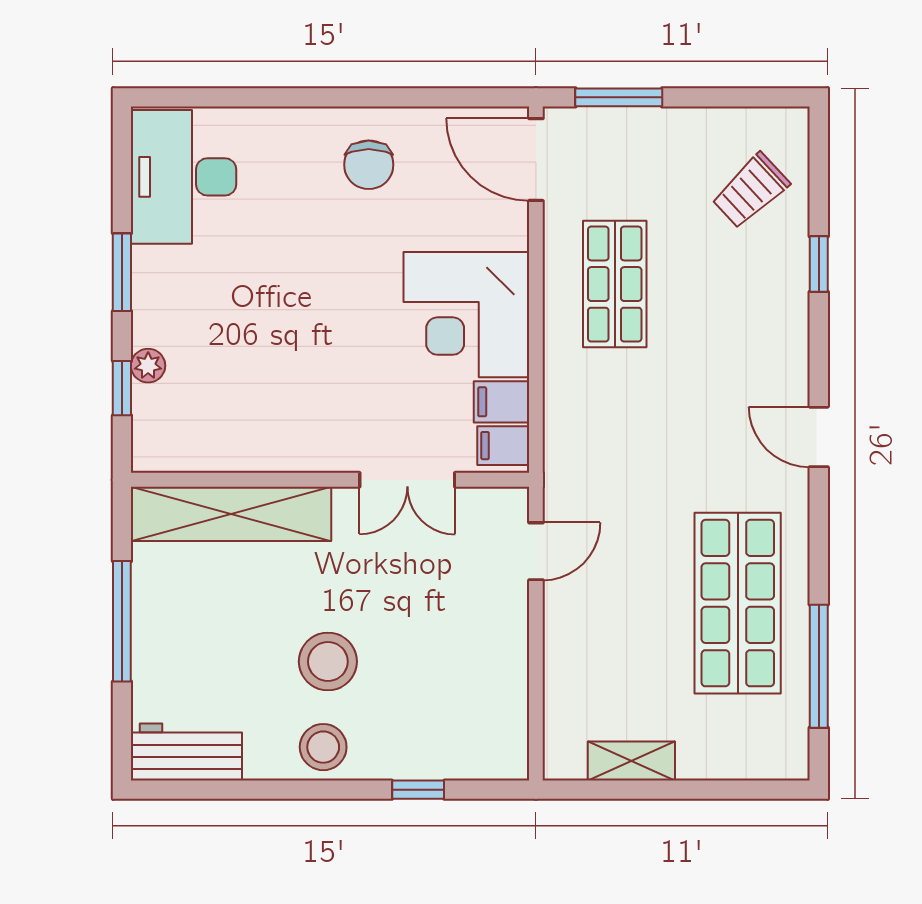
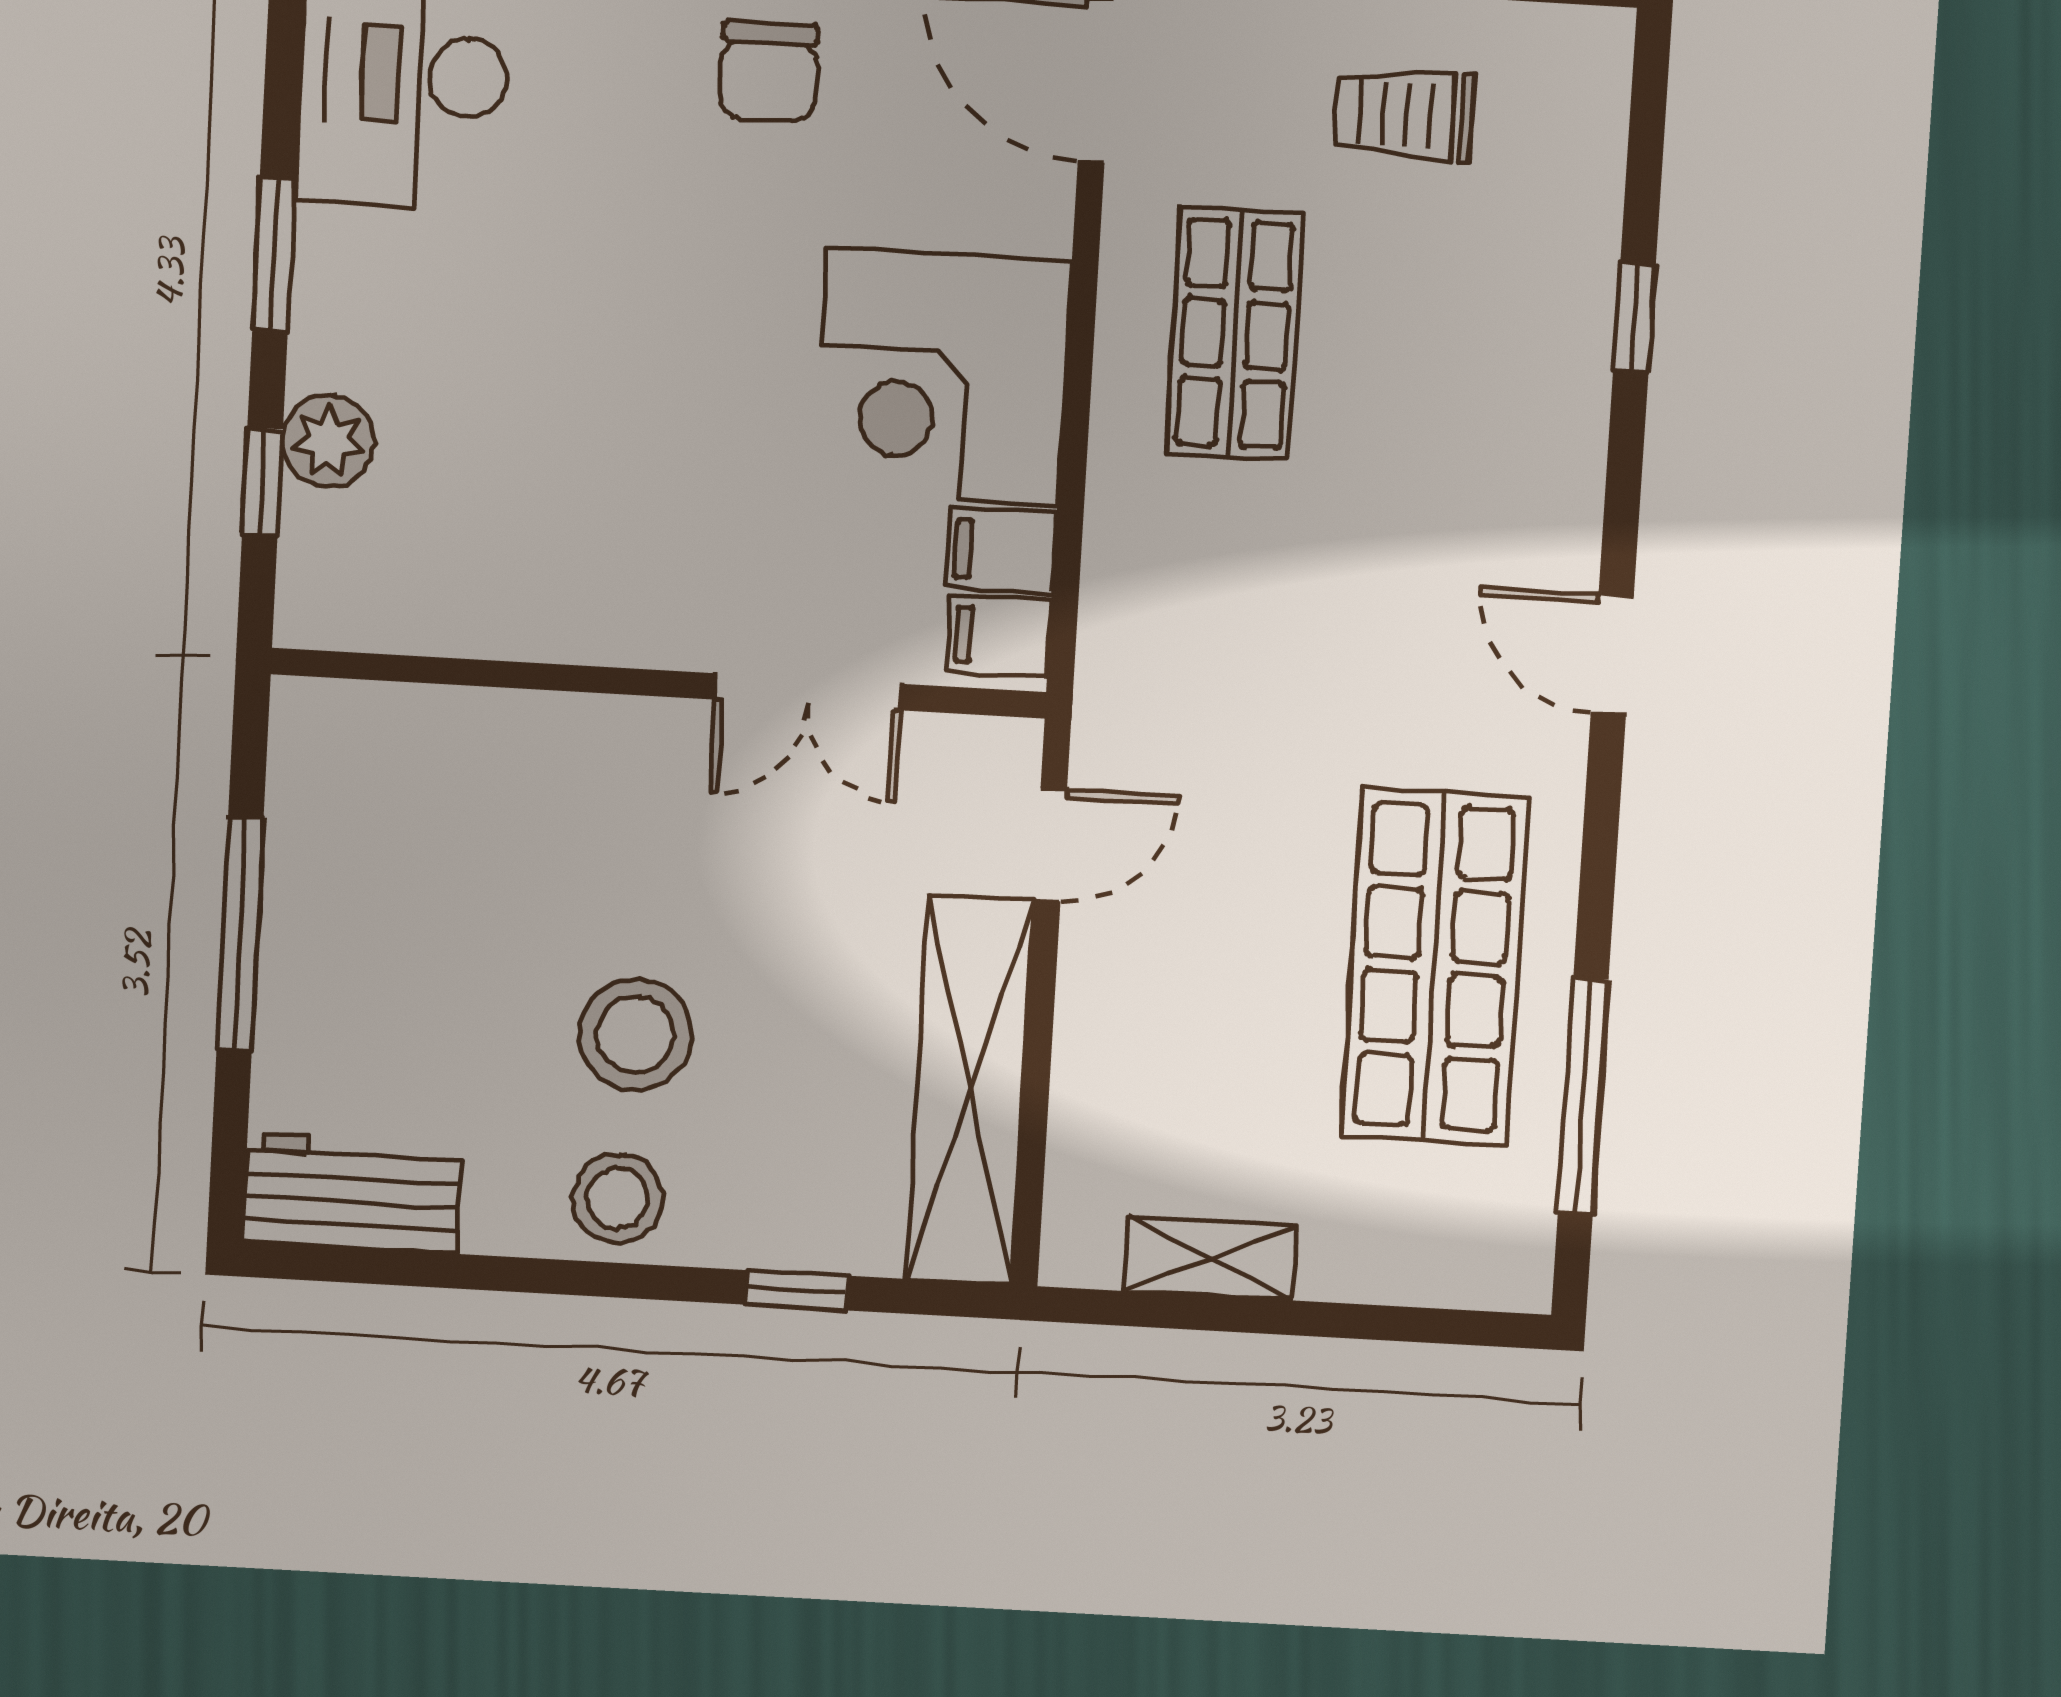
trolley: (750, 191) -> (1405, 115), moved, turned 43
plant: (148, 366) -> (328, 441), width x1.38, depth x1.38
shelving: (231, 514) -> (970, 1090), moved, turned 90

